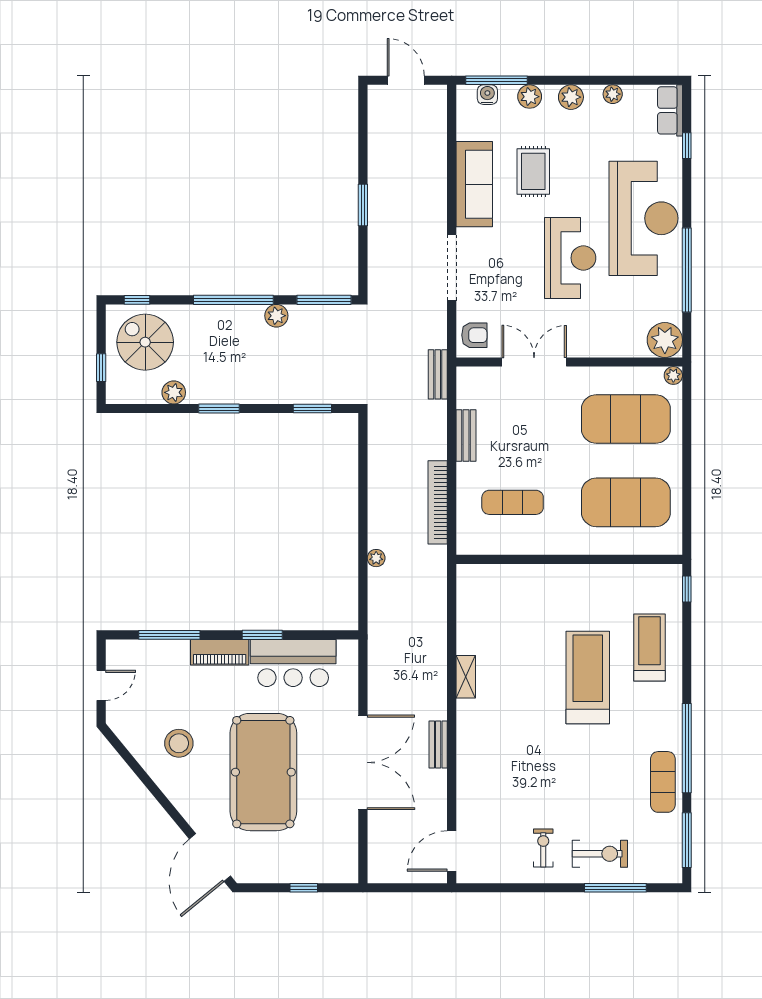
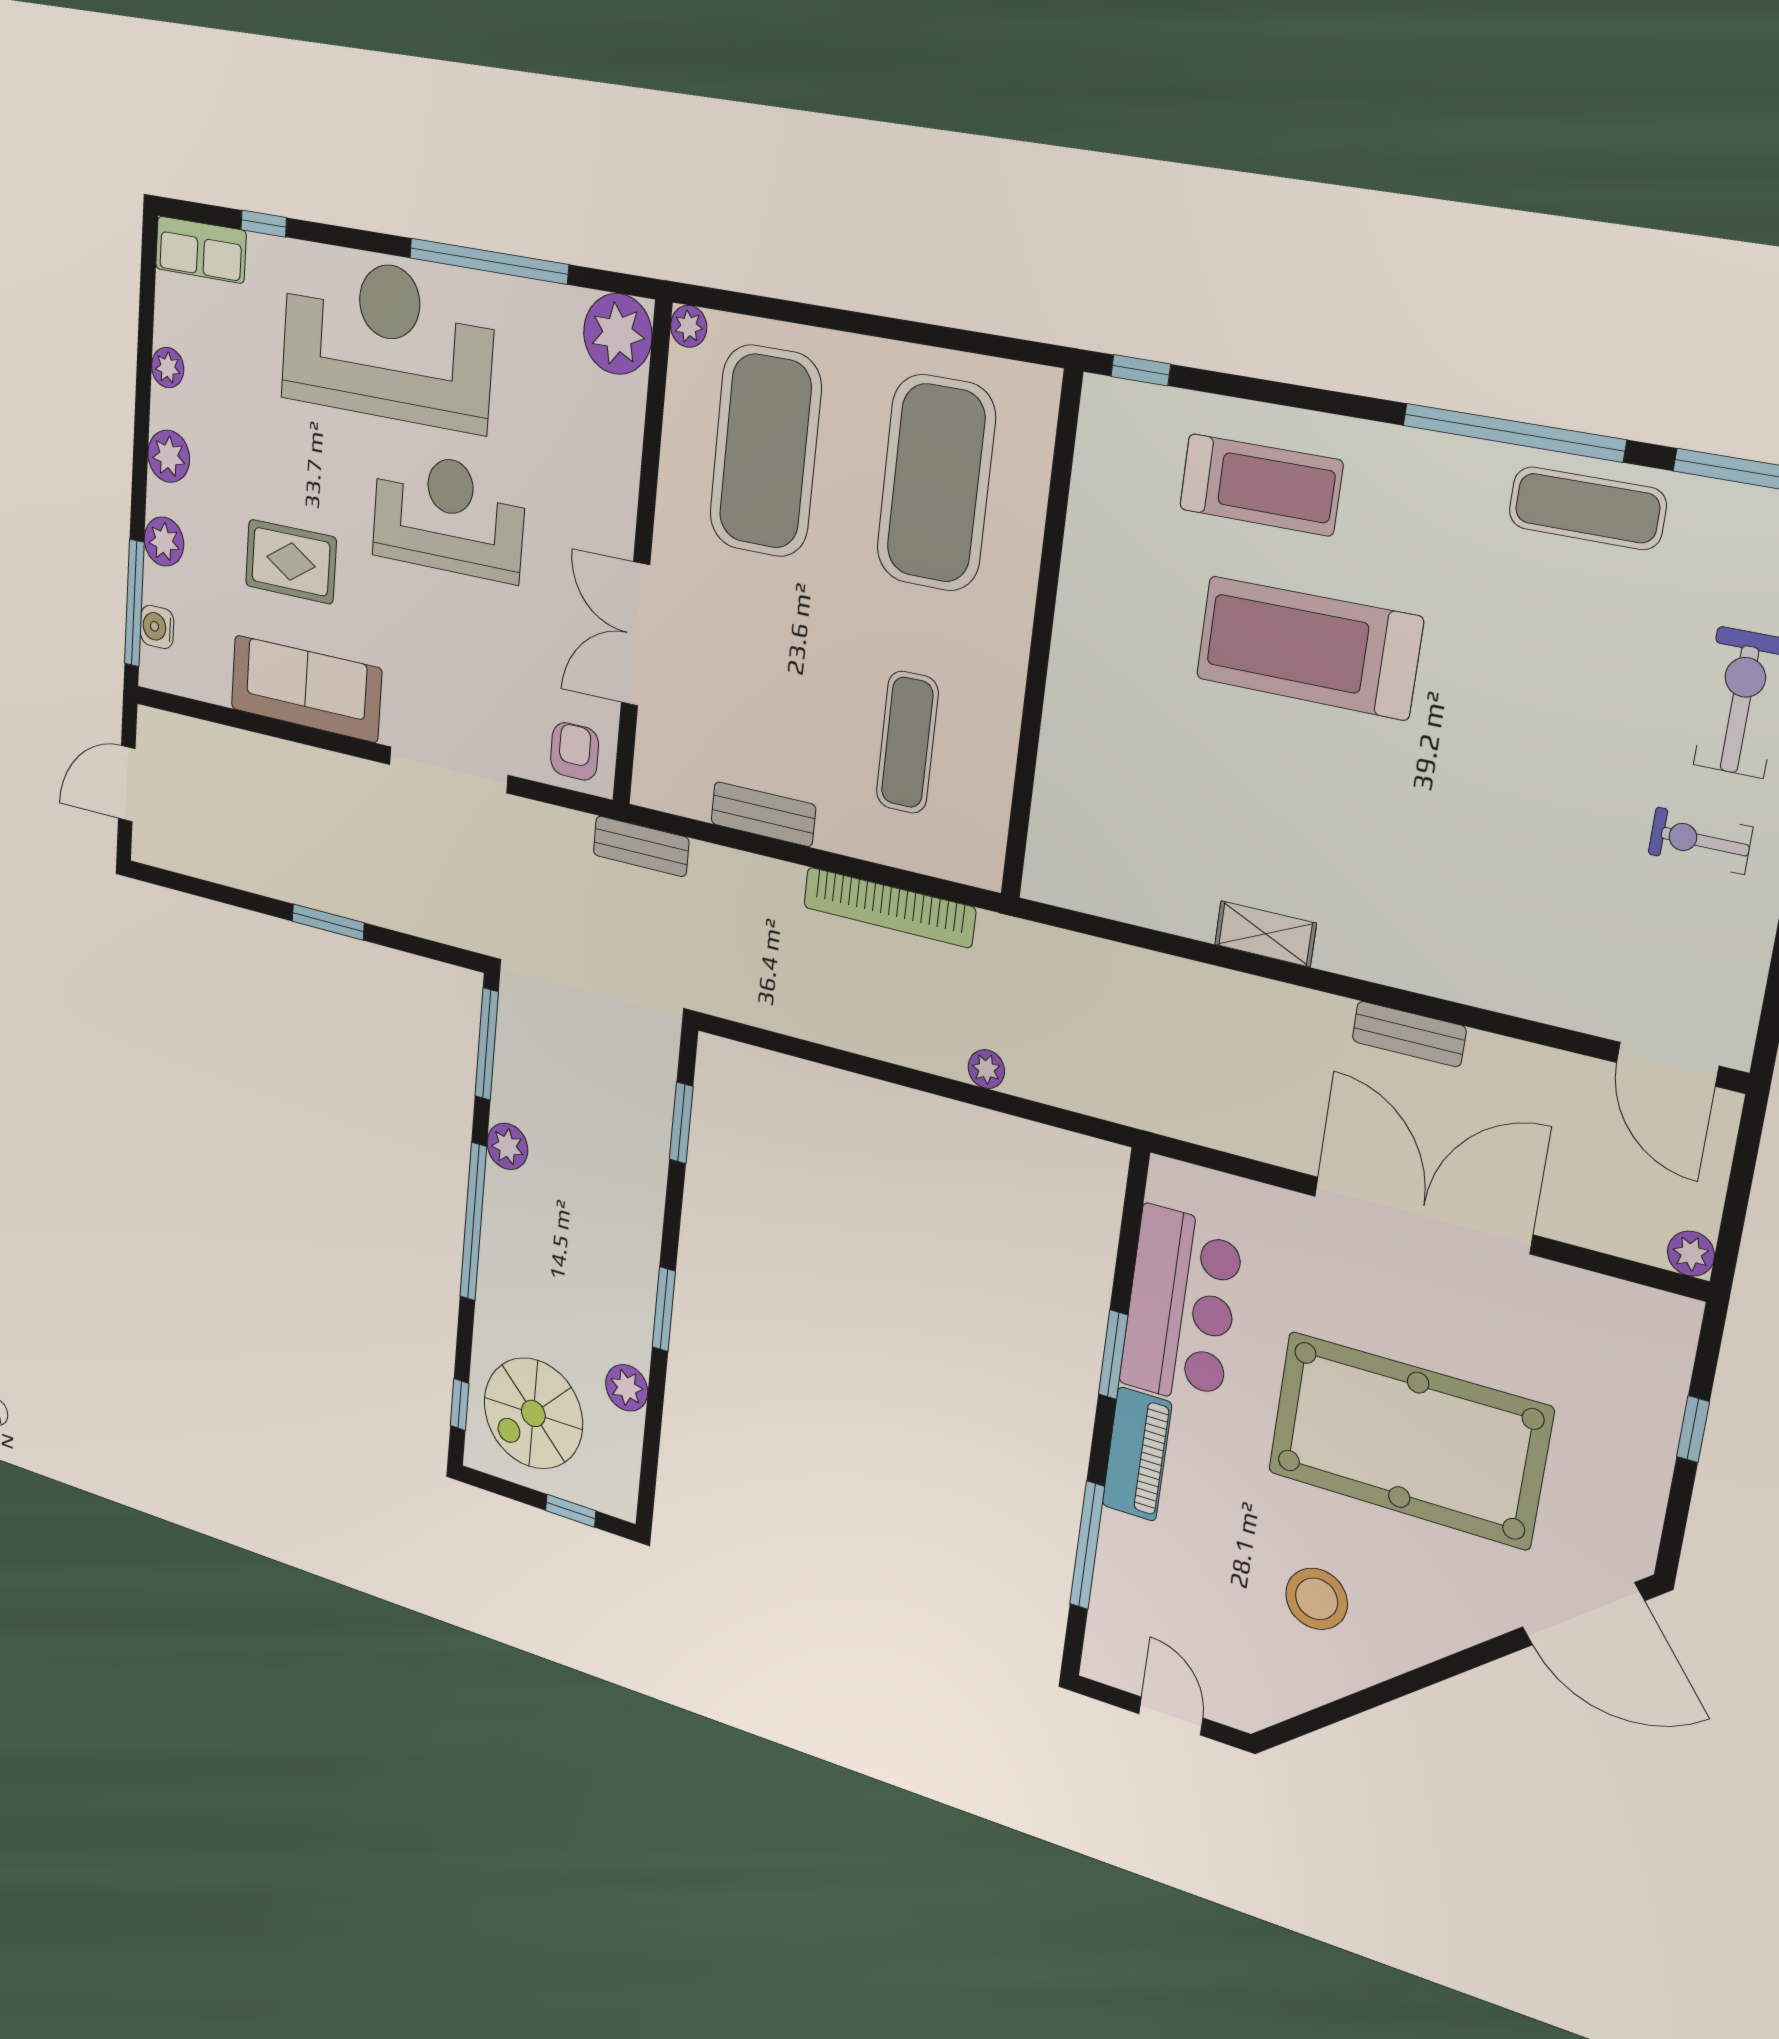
treadmill: (649, 647) -> (1261, 485), turned 180
plant: (377, 874) -> (1691, 1254), added

